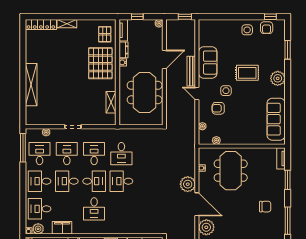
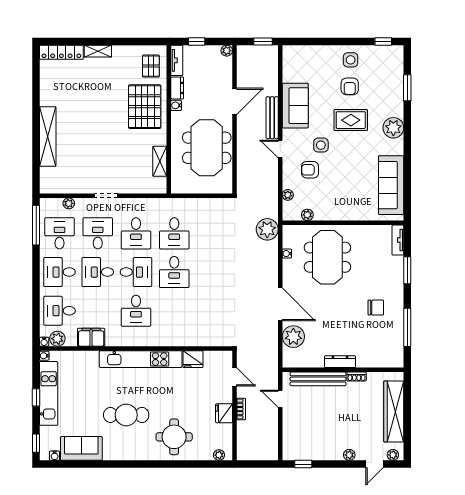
armchair: (267, 28) -> (350, 86), moved
desk: (94, 154) -> (136, 233), turned 180
desk: (121, 181) -> (174, 272), turned -90
plant: (188, 184) -> (267, 229), moved

